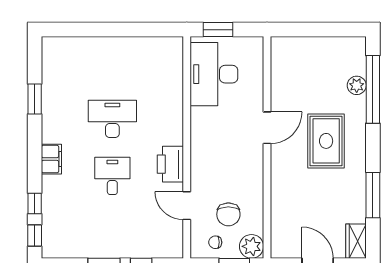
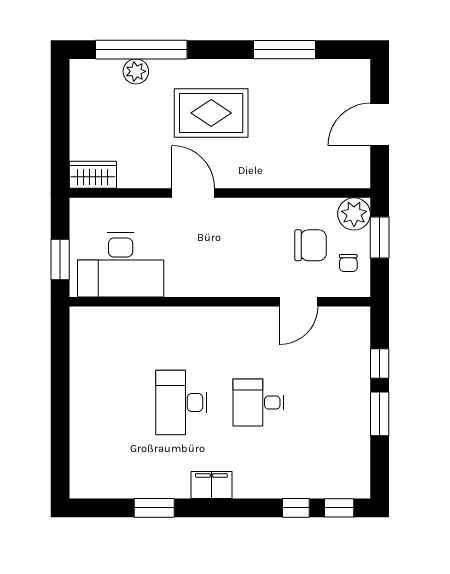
filing cabinet: (51, 159) -> (211, 485), moved
printer: (170, 164) -> (243, 324), removed
wardrobe: (356, 241) -> (93, 175), moved, turned 180

